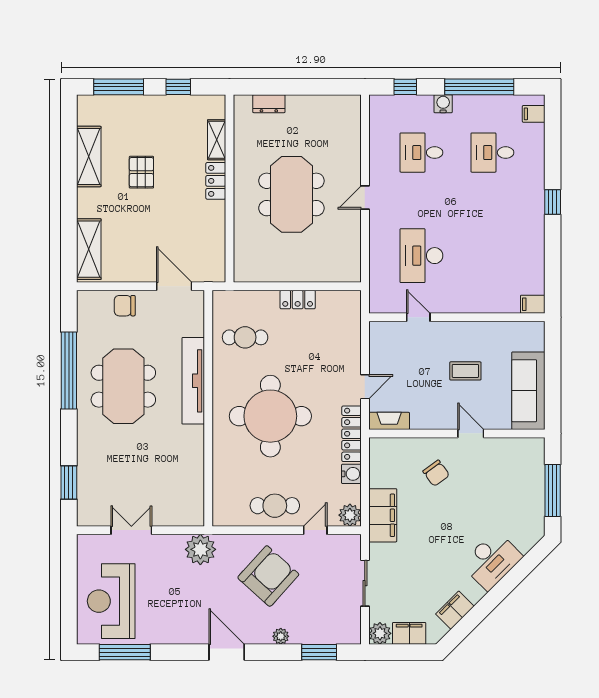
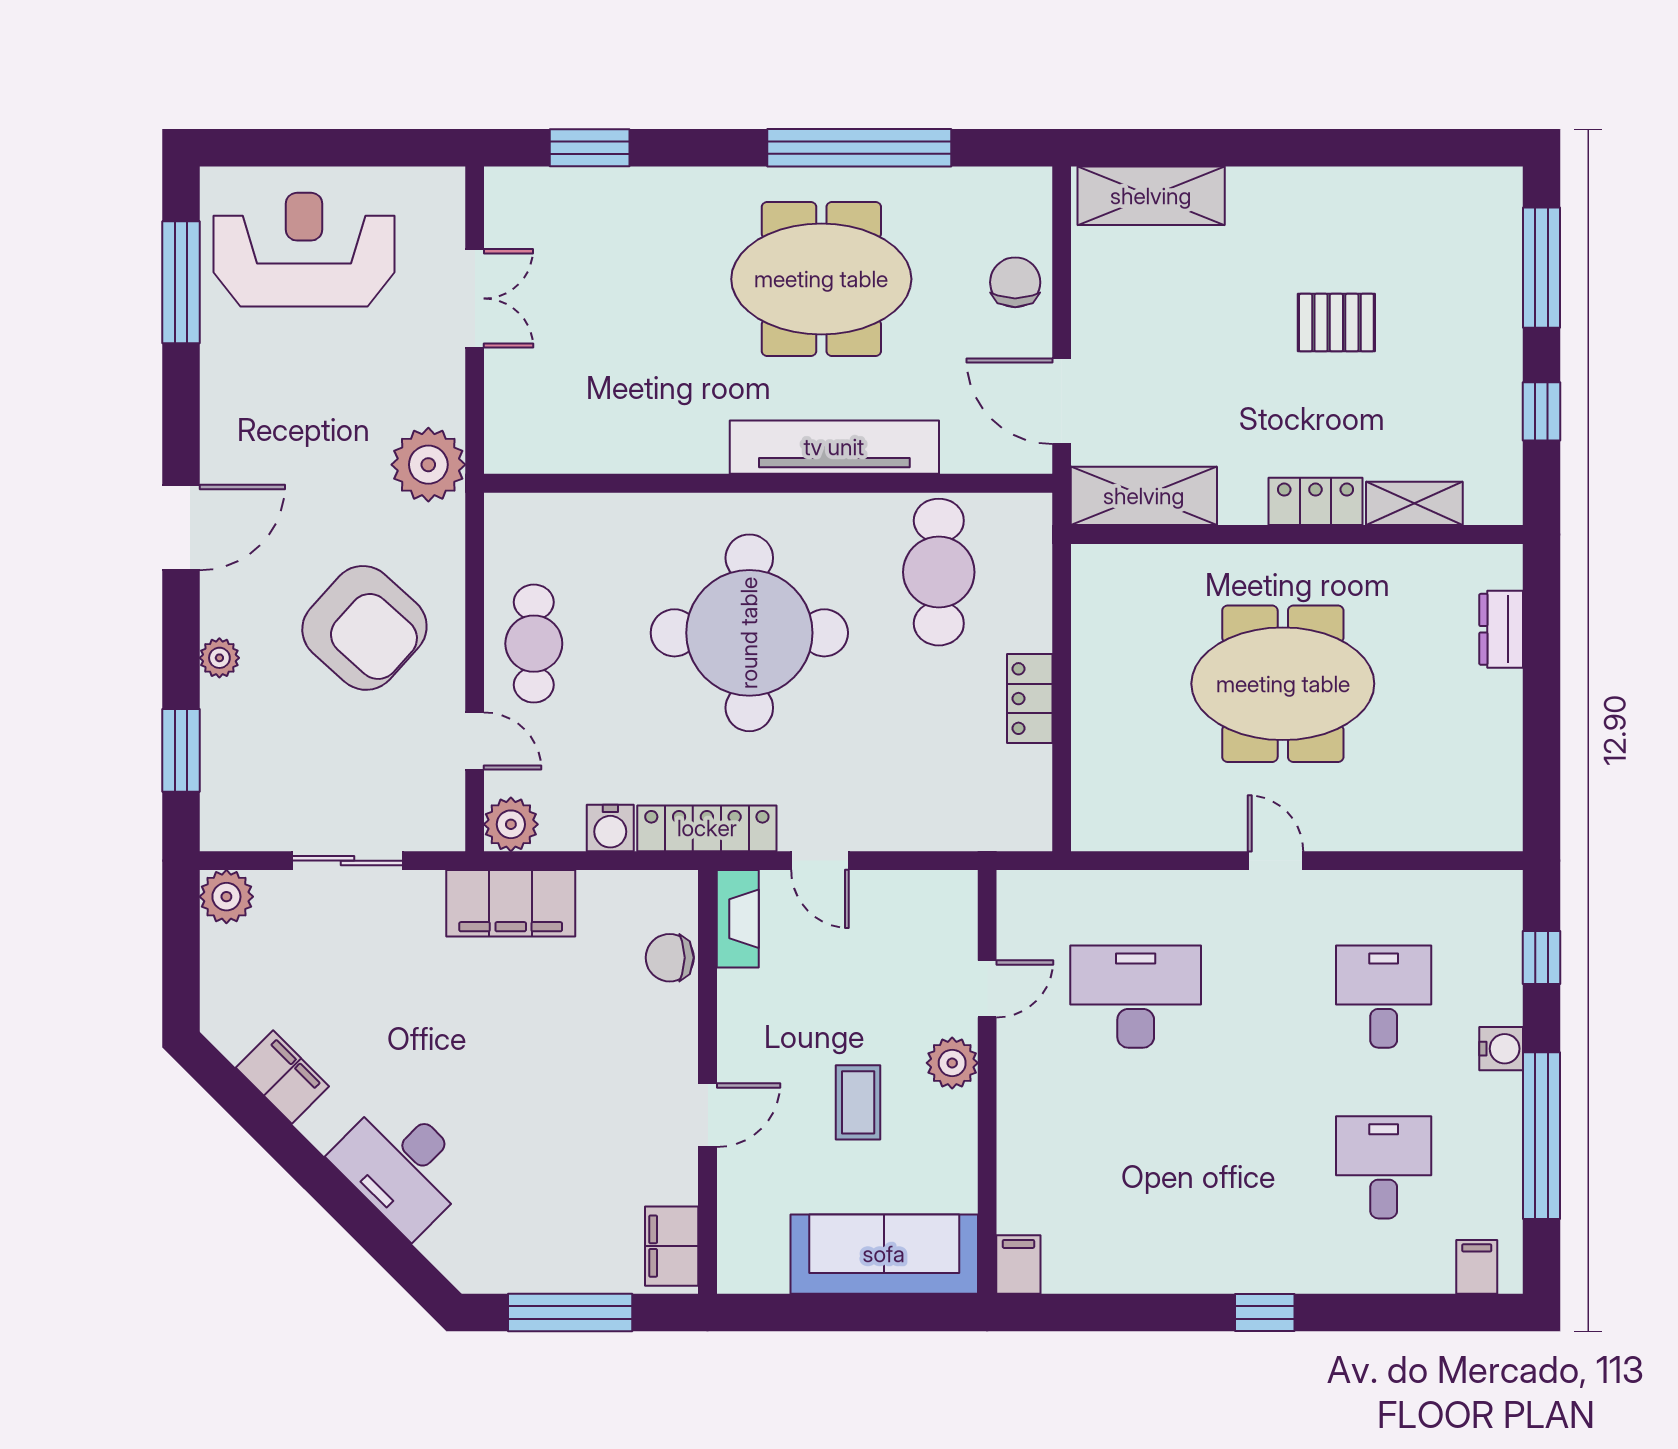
shelving: (89, 156) -> (1144, 496), moved
door: (174, 286) -> (1062, 401), swing flipped
plant: (449, 332) -> (952, 1063), added
cafe table: (245, 337) -> (939, 572), width x1.37, depth x1.35
sofa: (528, 391) -> (884, 1254), moved
chair: (436, 473) -> (670, 958), moved, turned 36
filing cabinet: (409, 633) -> (672, 1246), moved, turned 180

